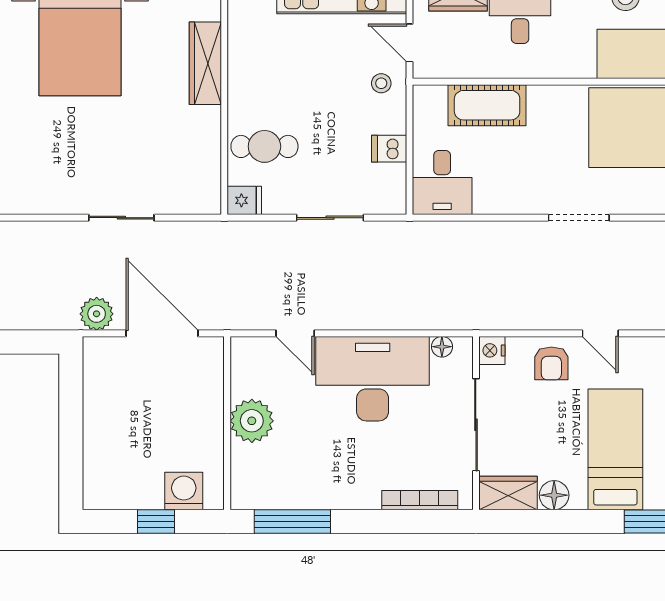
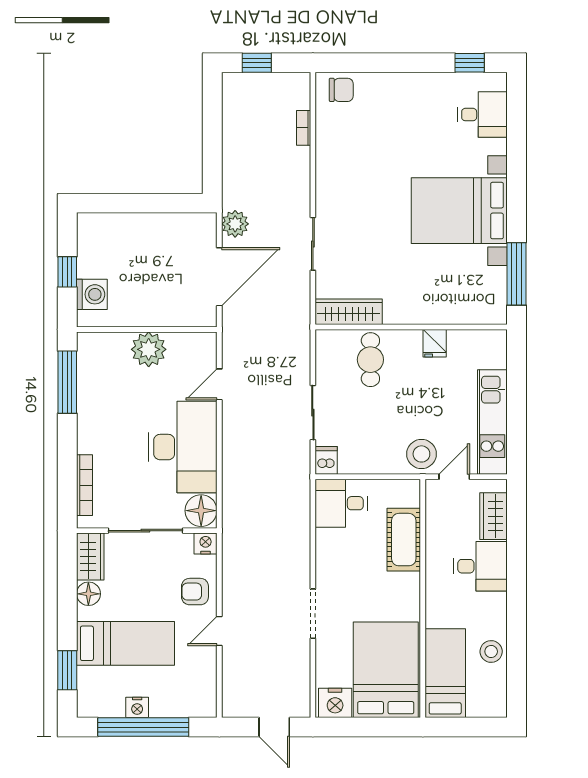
wardrobe: (205, 63) -> (349, 312), moved
stool: (381, 83) -> (421, 454), width x1.89, depth x1.89
dishwasher: (389, 149) -> (326, 460), moved
fridge: (244, 200) -> (435, 343), moved
floor lamp: (442, 347) -> (201, 511), width x1.89, depth x1.89

